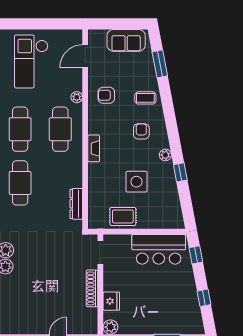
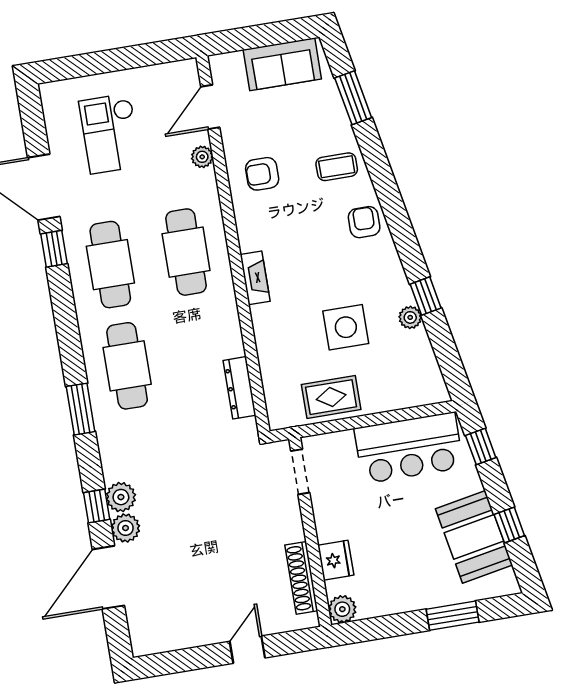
checkout: (31, 61) -> (110, 134), width x0.73, depth x0.83
plant: (77, 97) -> (202, 157), moved
armchair: (141, 131) -> (364, 222), moved
plant: (165, 155) -> (410, 317), moved
shoe rack: (92, 288) -> (301, 578), moved
booth: (185, 301) -> (474, 537), added

